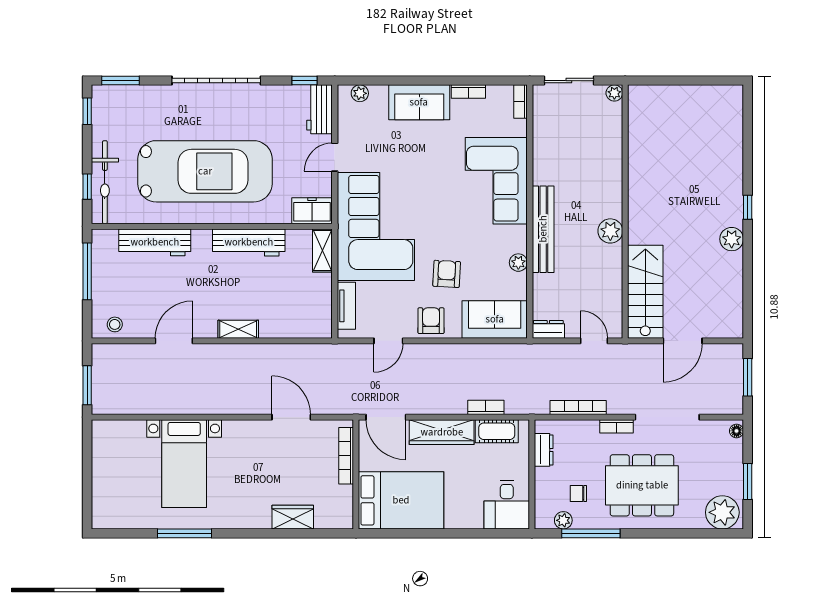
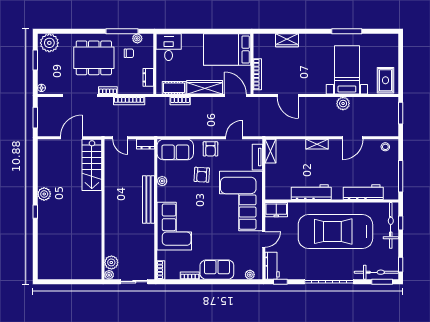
bicycle: (131, 98) -> (376, 272), added
plant: (610, 231) -> (111, 262), moved
shelving: (322, 251) -> (270, 151), moved
plant: (191, 403) -> (343, 103), added
rug: (114, 445) -> (385, 80), added

